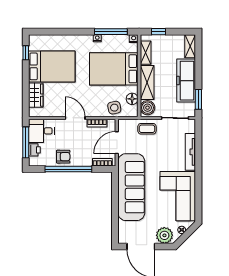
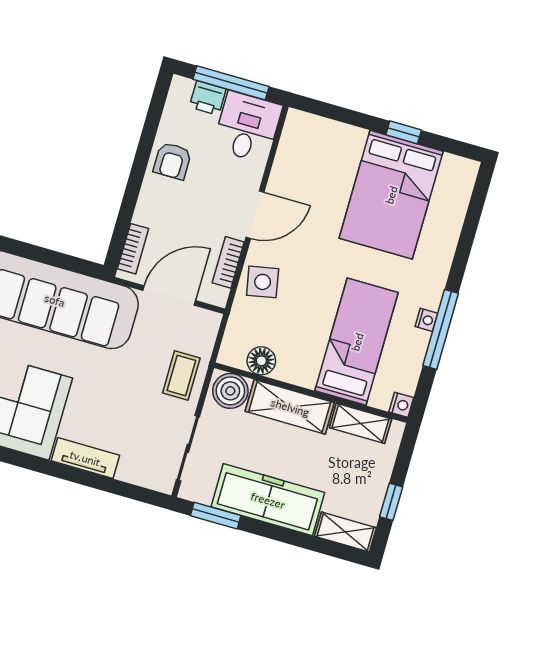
window: (111, 32) -> (441, 329), moved
window: (158, 32) -> (391, 502), moved
window: (26, 53) -> (404, 132), moved
bed: (114, 69) -> (357, 342), width x0.67
wardrobe: (36, 95) -> (335, 138), removed
side table: (114, 108) -> (263, 282), moved
door: (117, 143) -> (169, 296), hinge flipped
tv unit: (190, 152) -> (85, 458), width x0.71
window: (68, 169) -> (140, 165), removed

